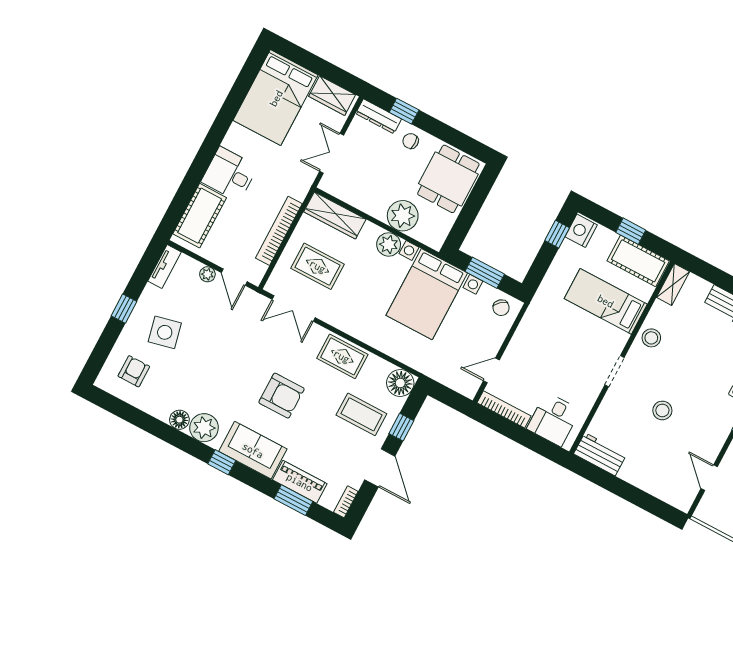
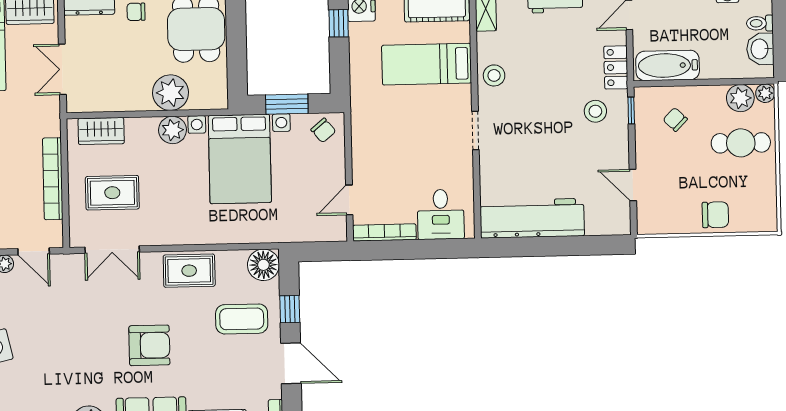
wardrobe: (335, 215) -> (101, 131), width x0.67
stool: (662, 410) -> (595, 111), moved
workbench: (600, 454) -> (532, 218), width x1.88, depth x1.32

